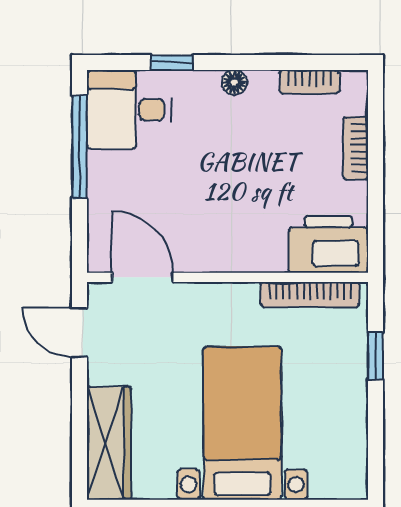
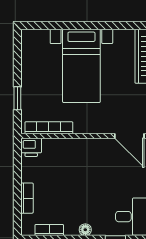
printer: (328, 244) -> (31, 147), width x0.53, depth x0.68

